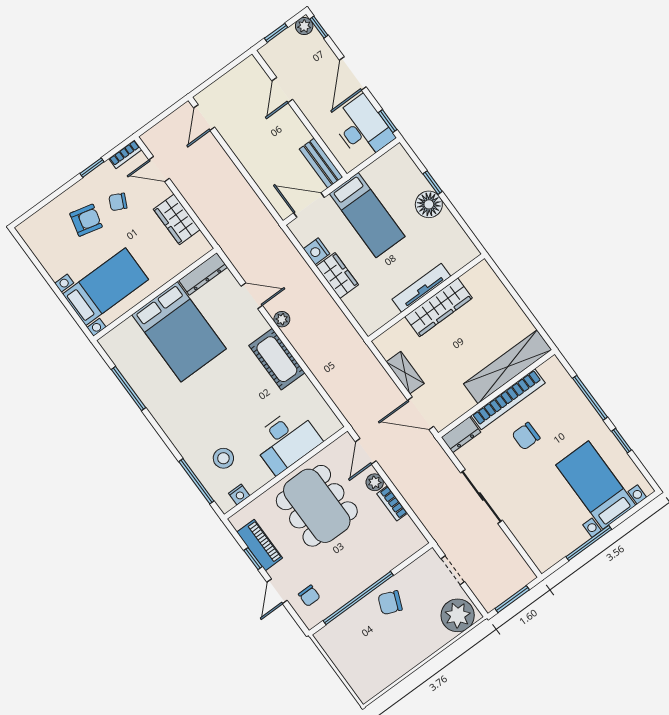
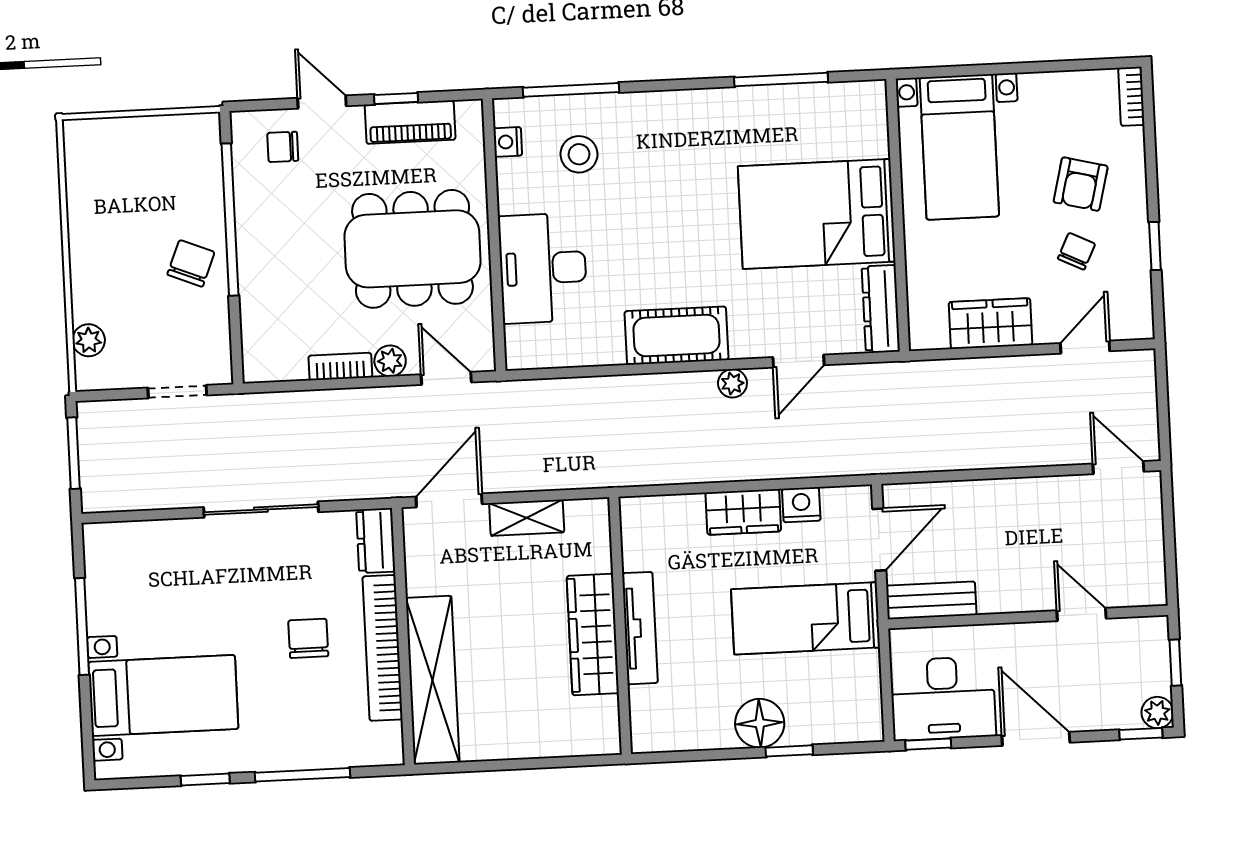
bookcase: (125, 154) -> (1131, 96), moved
plant: (458, 615) -> (89, 340), width x0.53, depth x0.53

